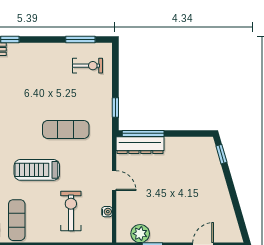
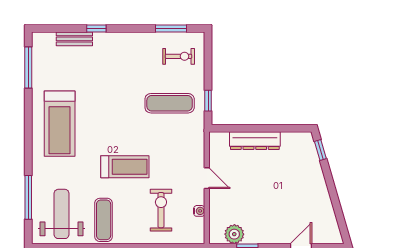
exercise mat: (66, 129) -> (170, 103), moved
window: (143, 133) -> (237, 128), removed
dresser: (140, 145) -> (255, 141), moved
treadmill: (37, 170) -> (125, 167), turned 180

